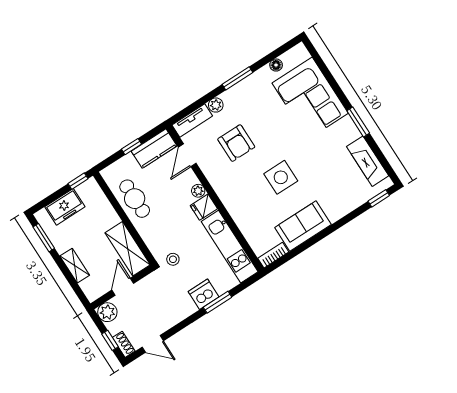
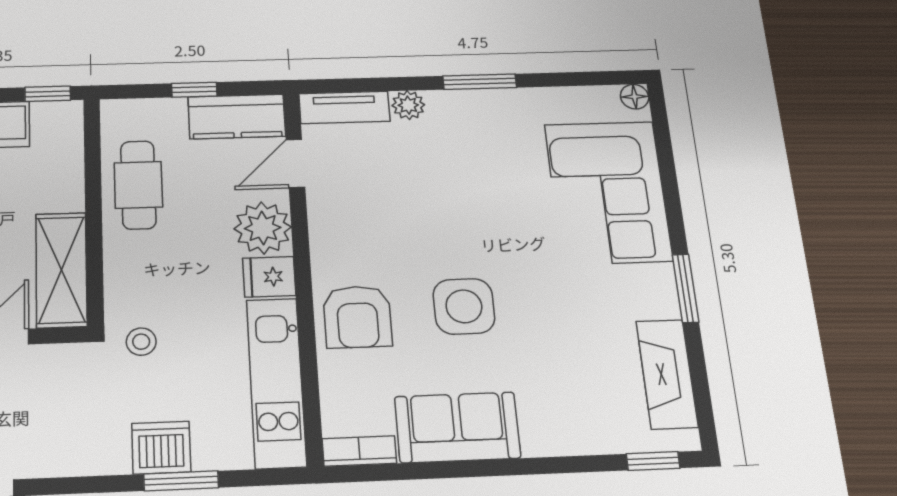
floor lamp: (276, 65) -> (635, 97), moved
armchair: (236, 143) -> (357, 317), moved
plant: (198, 191) -> (263, 228), width x1.87, depth x1.87

